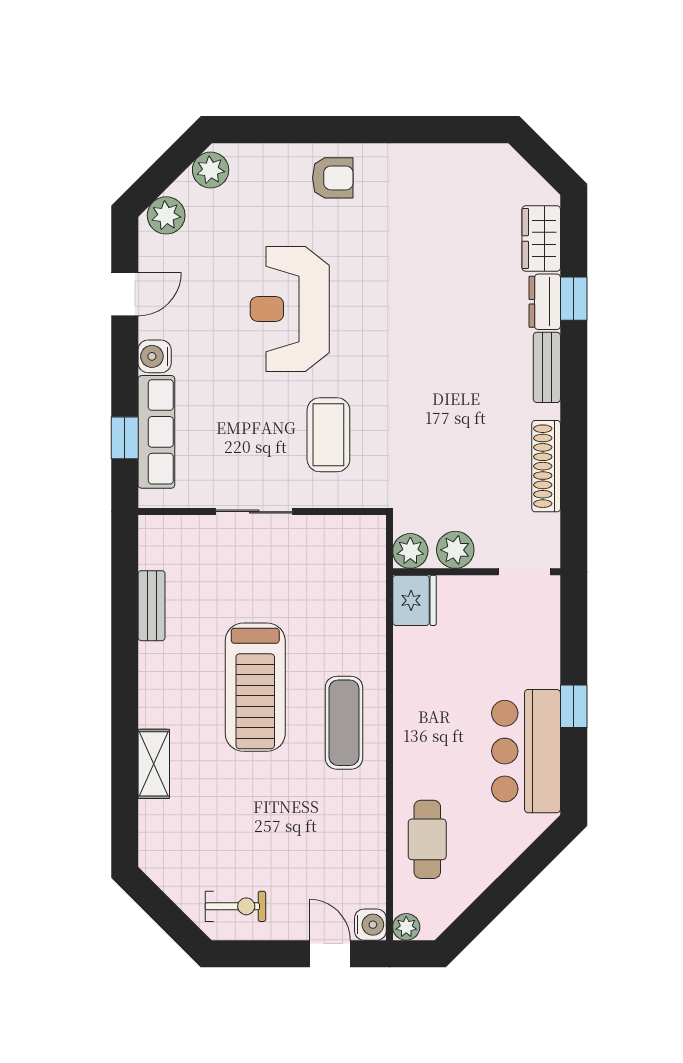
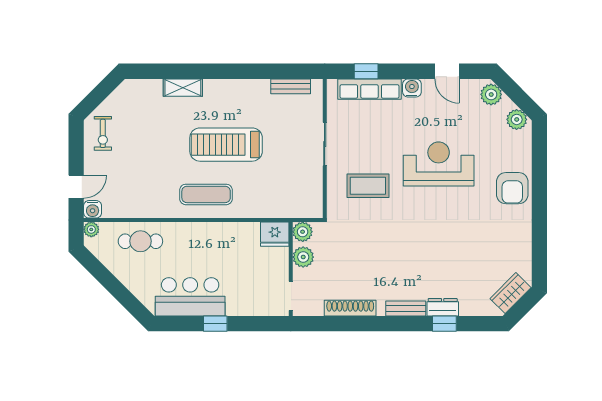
armchair: (333, 178) -> (512, 188), width x1.38, depth x1.38
wardrobe: (541, 238) -> (510, 293), moved, turned -45
bench: (152, 606) -> (291, 86), moved

